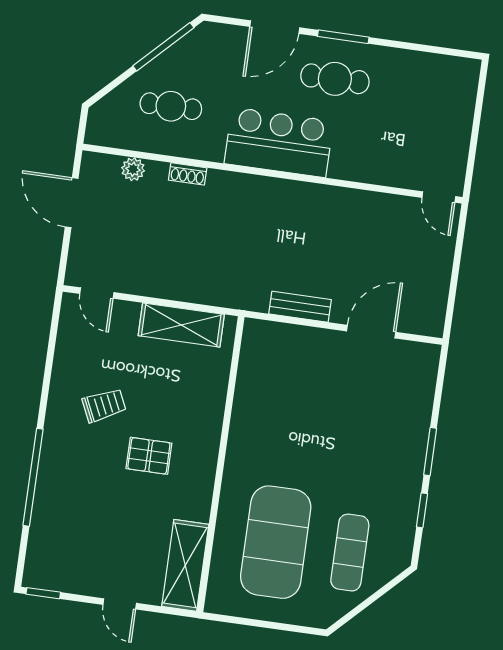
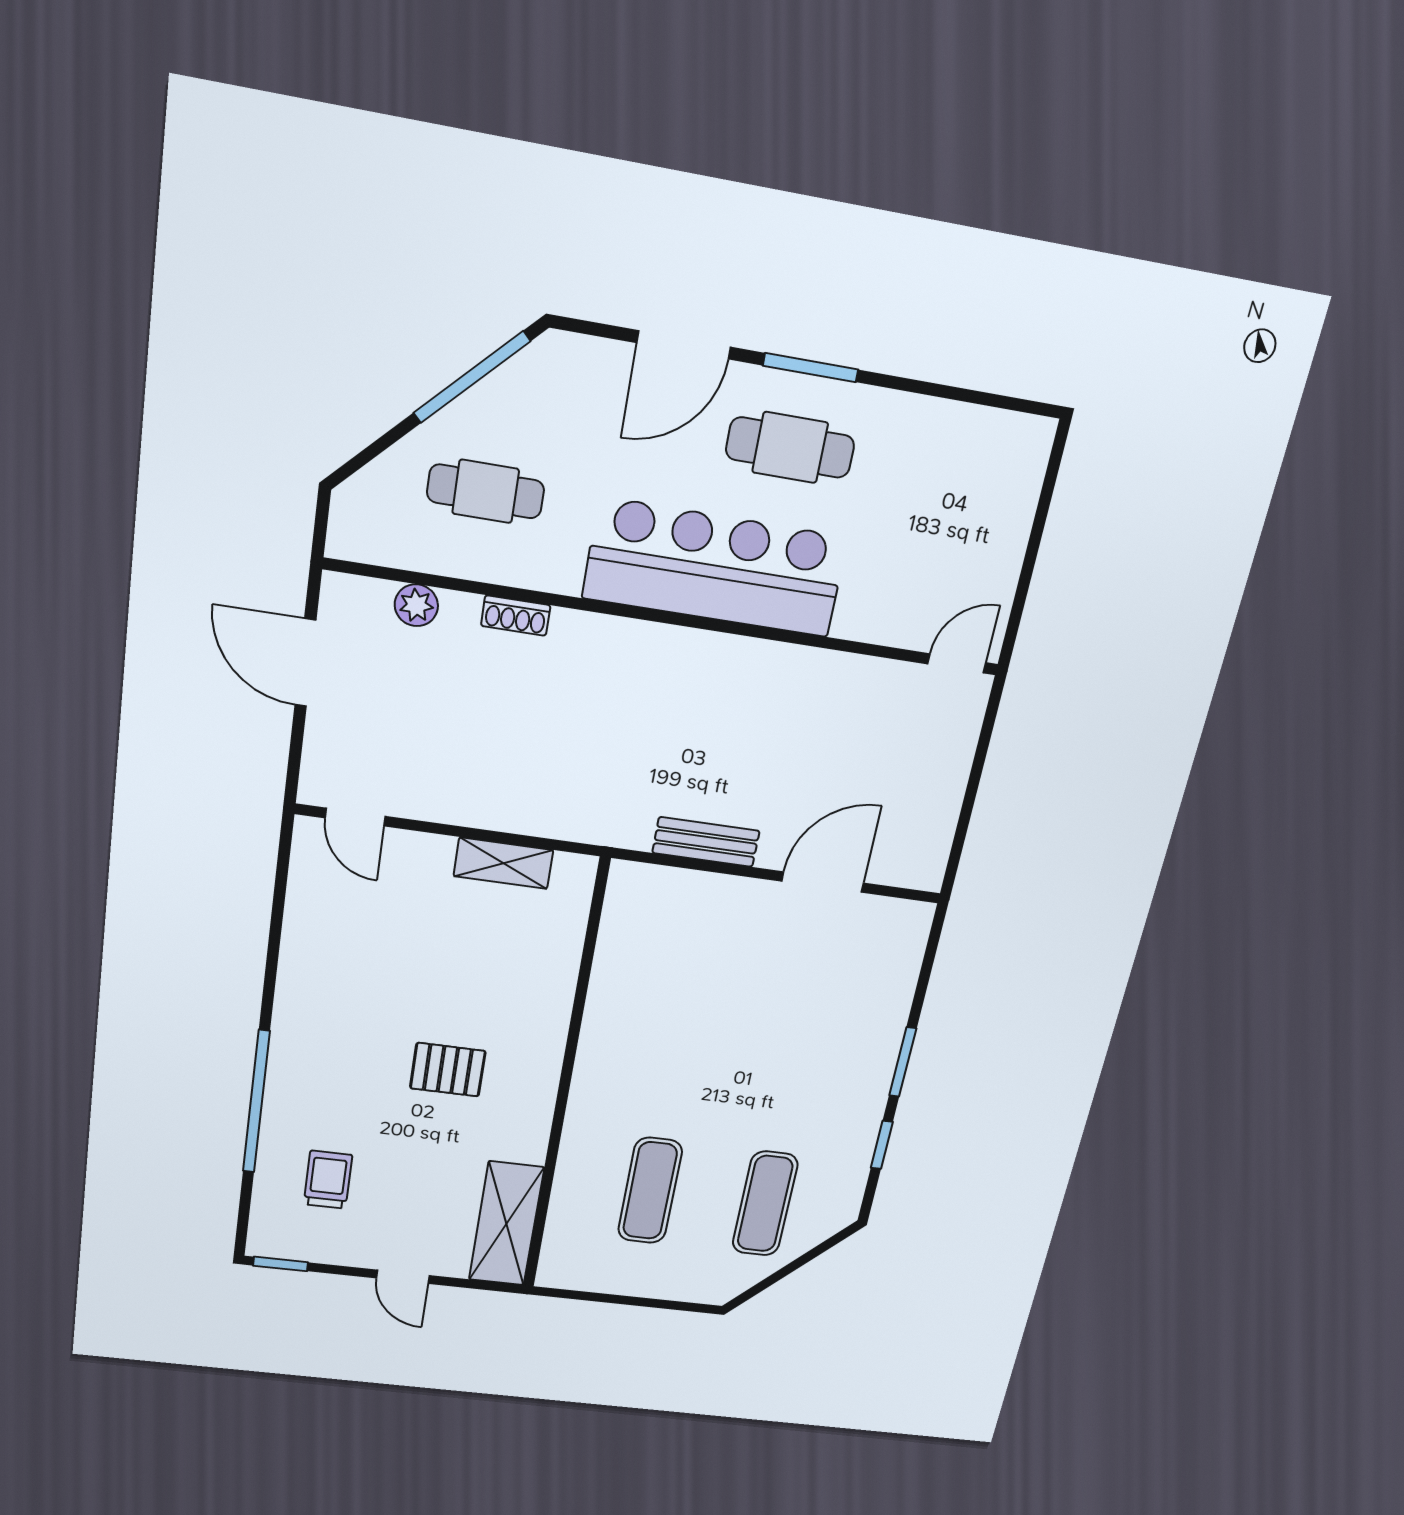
bar counter: (279, 142) -> (715, 568), width x1.36
door: (439, 197) -> (957, 663), swing flipped
shelving: (181, 325) -> (503, 863), width x0.67, depth x0.75
trolley: (104, 405) -> (328, 1180), moved, turned -65
exercise mat: (276, 542) -> (650, 1191), width x0.50, depth x0.69

